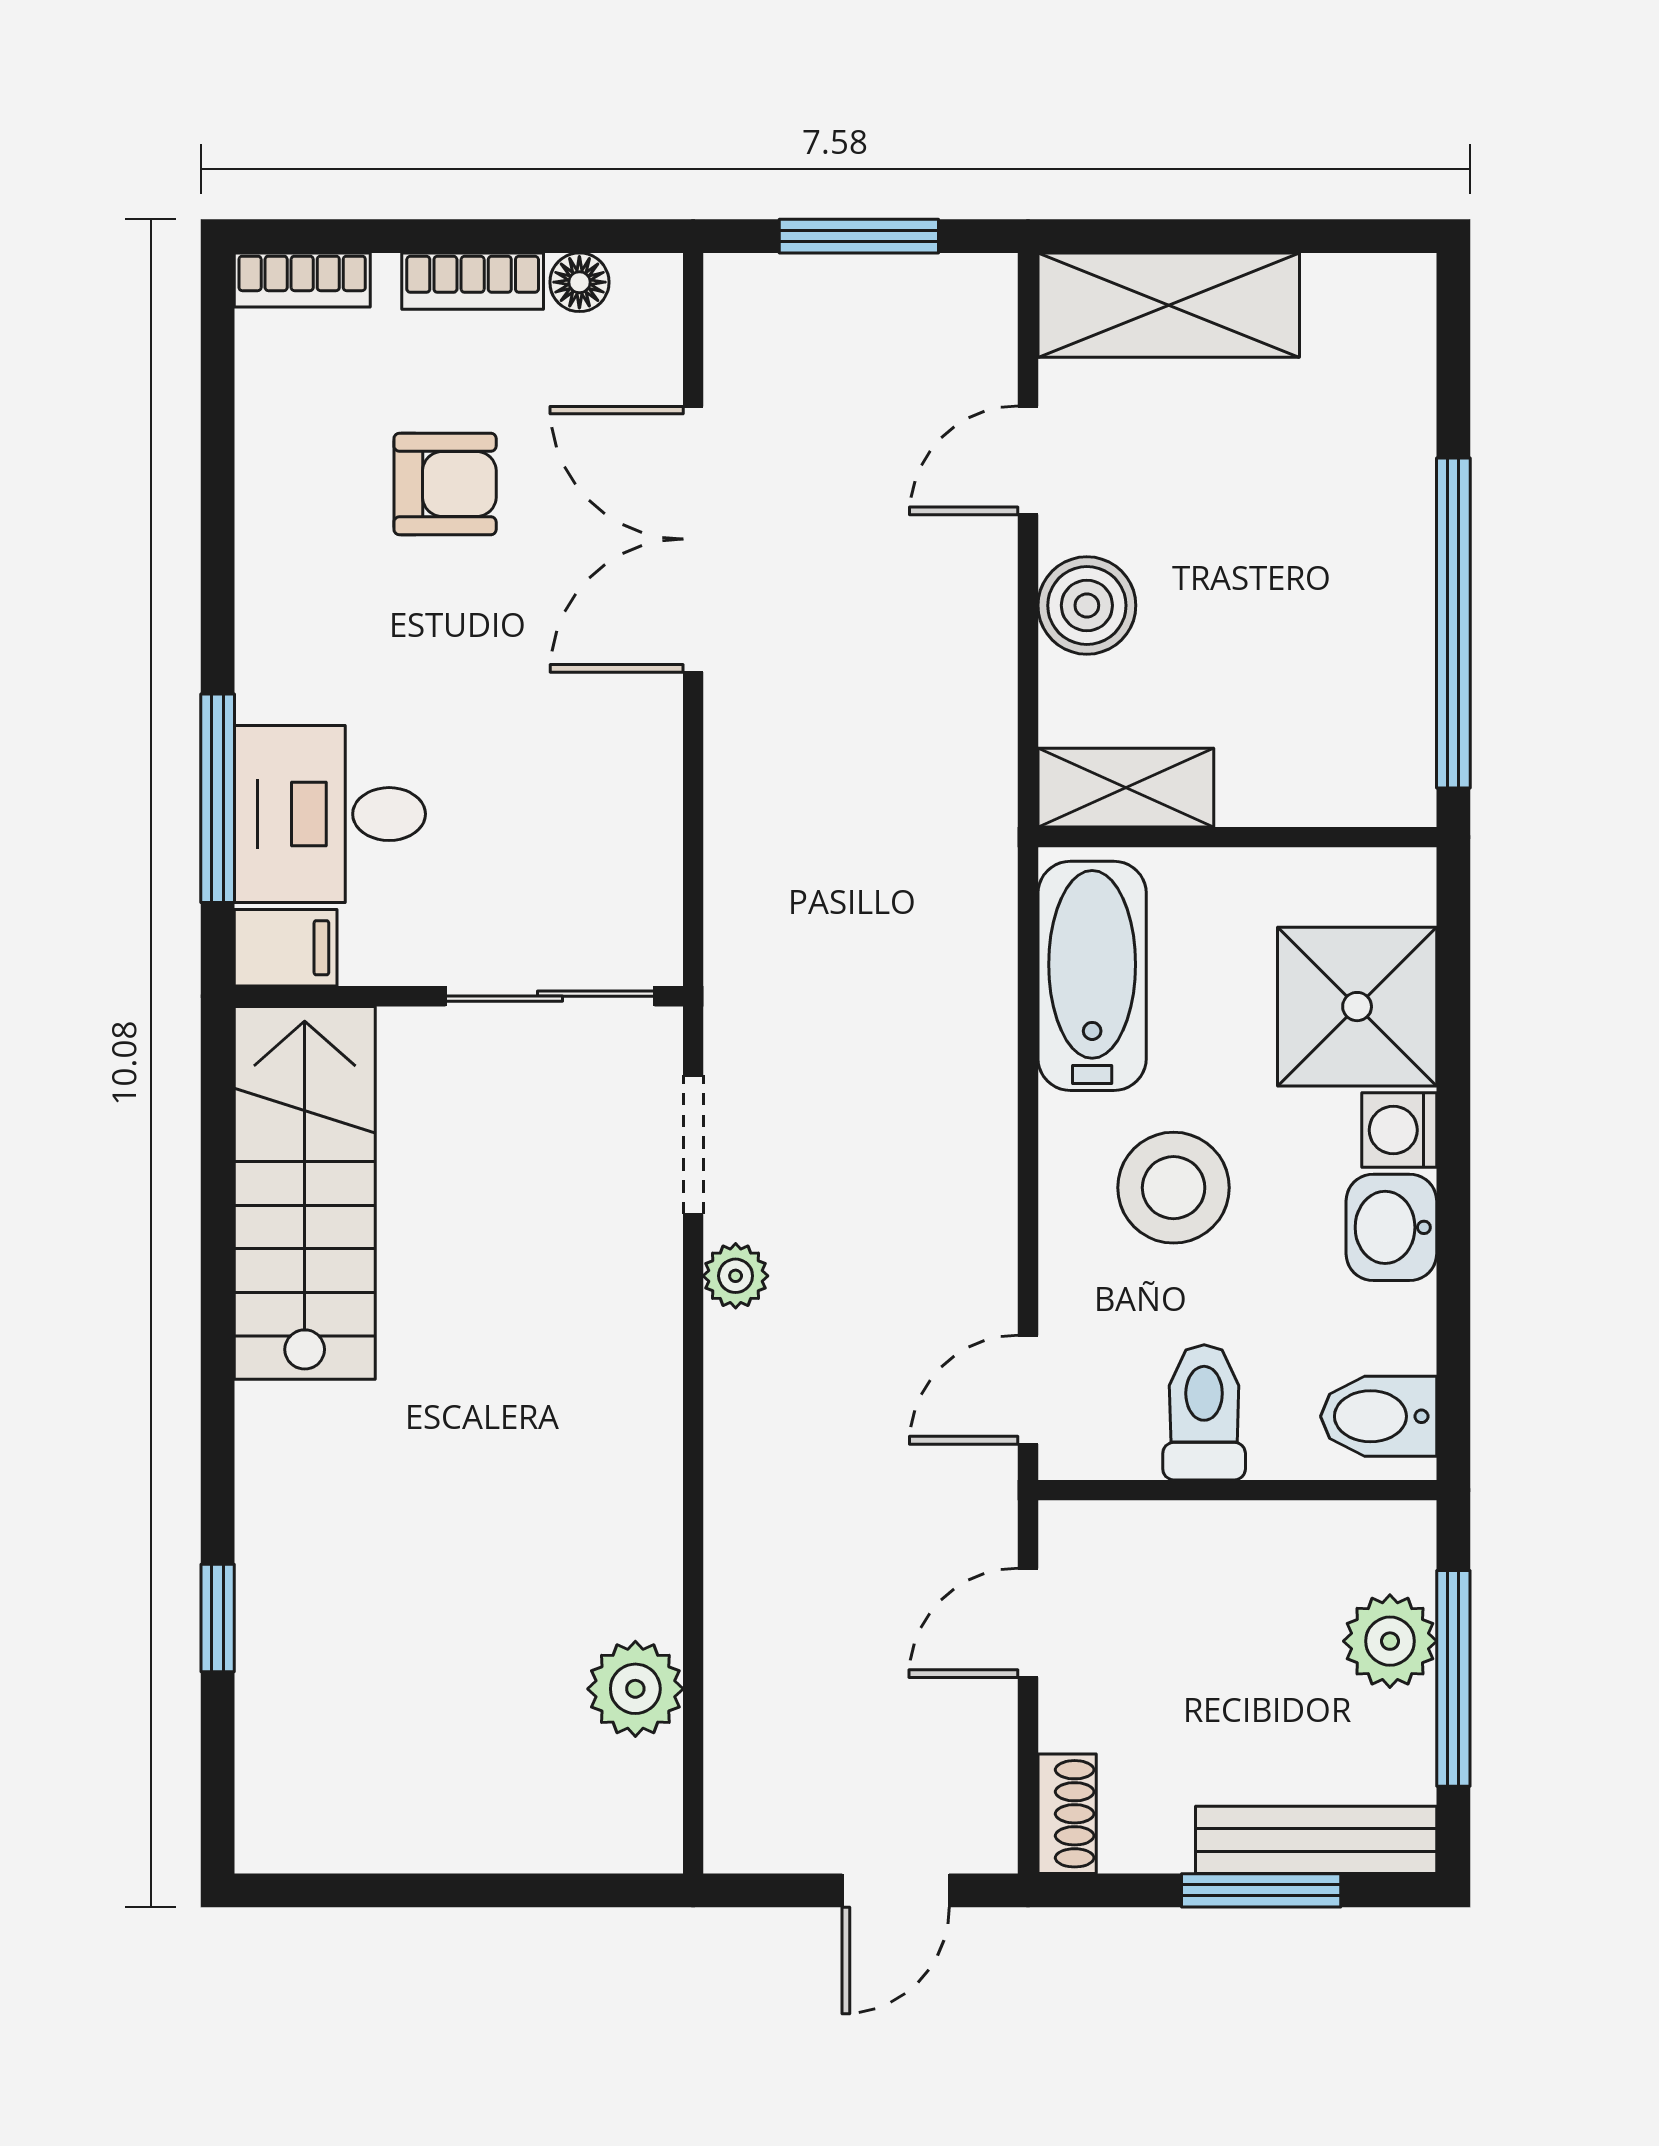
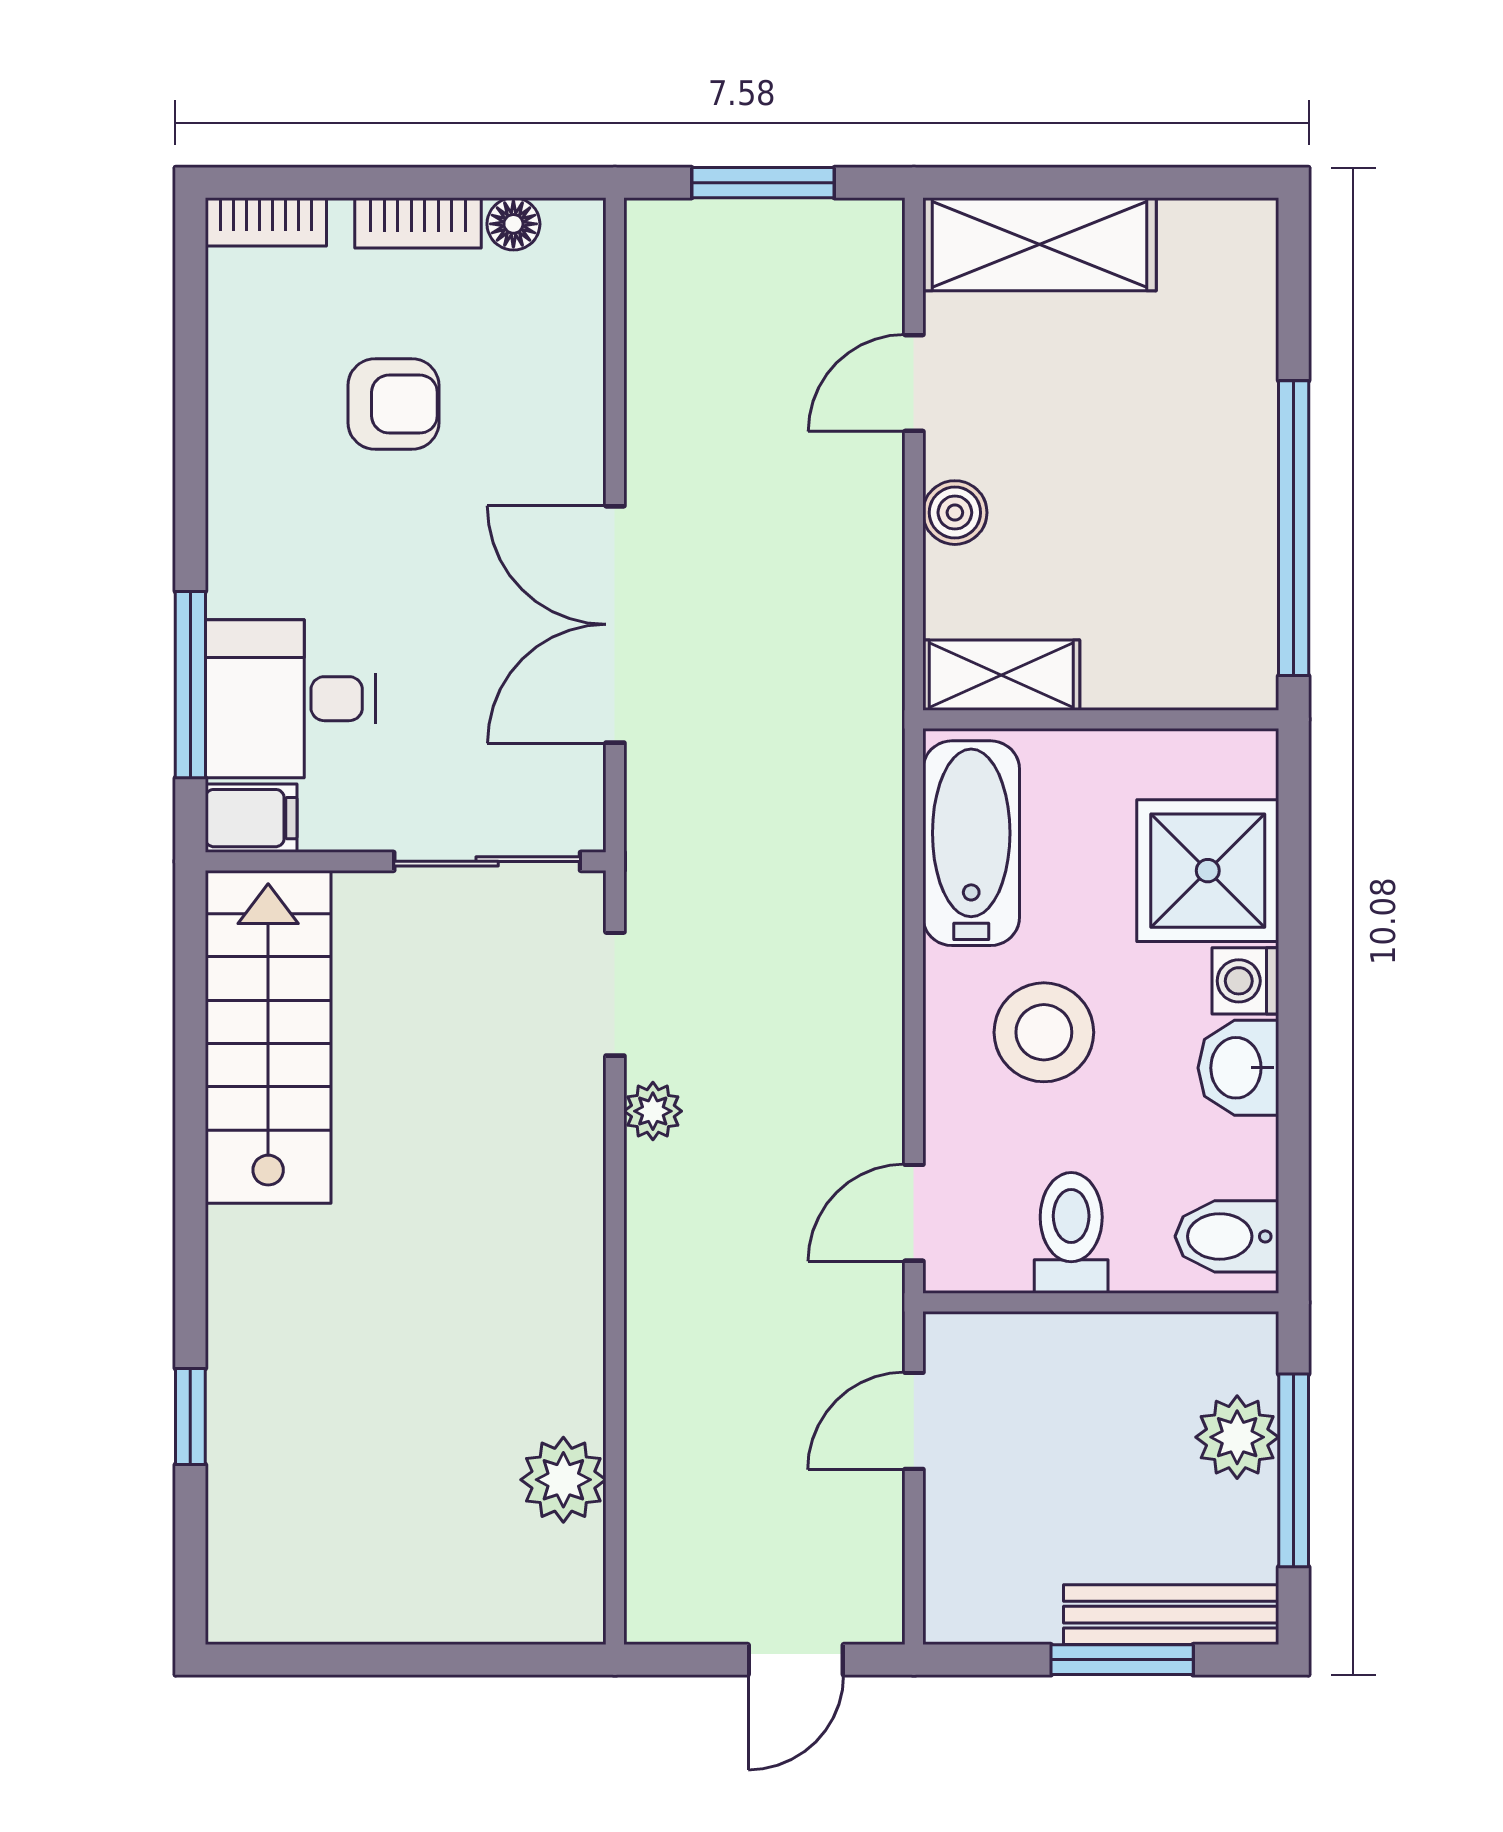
double door: (693, 539) -> (615, 624), moved
boiler: (1087, 605) -> (955, 513), width x0.73, depth x0.73
shoe rack: (1067, 1814) -> (949, 1591), removed

